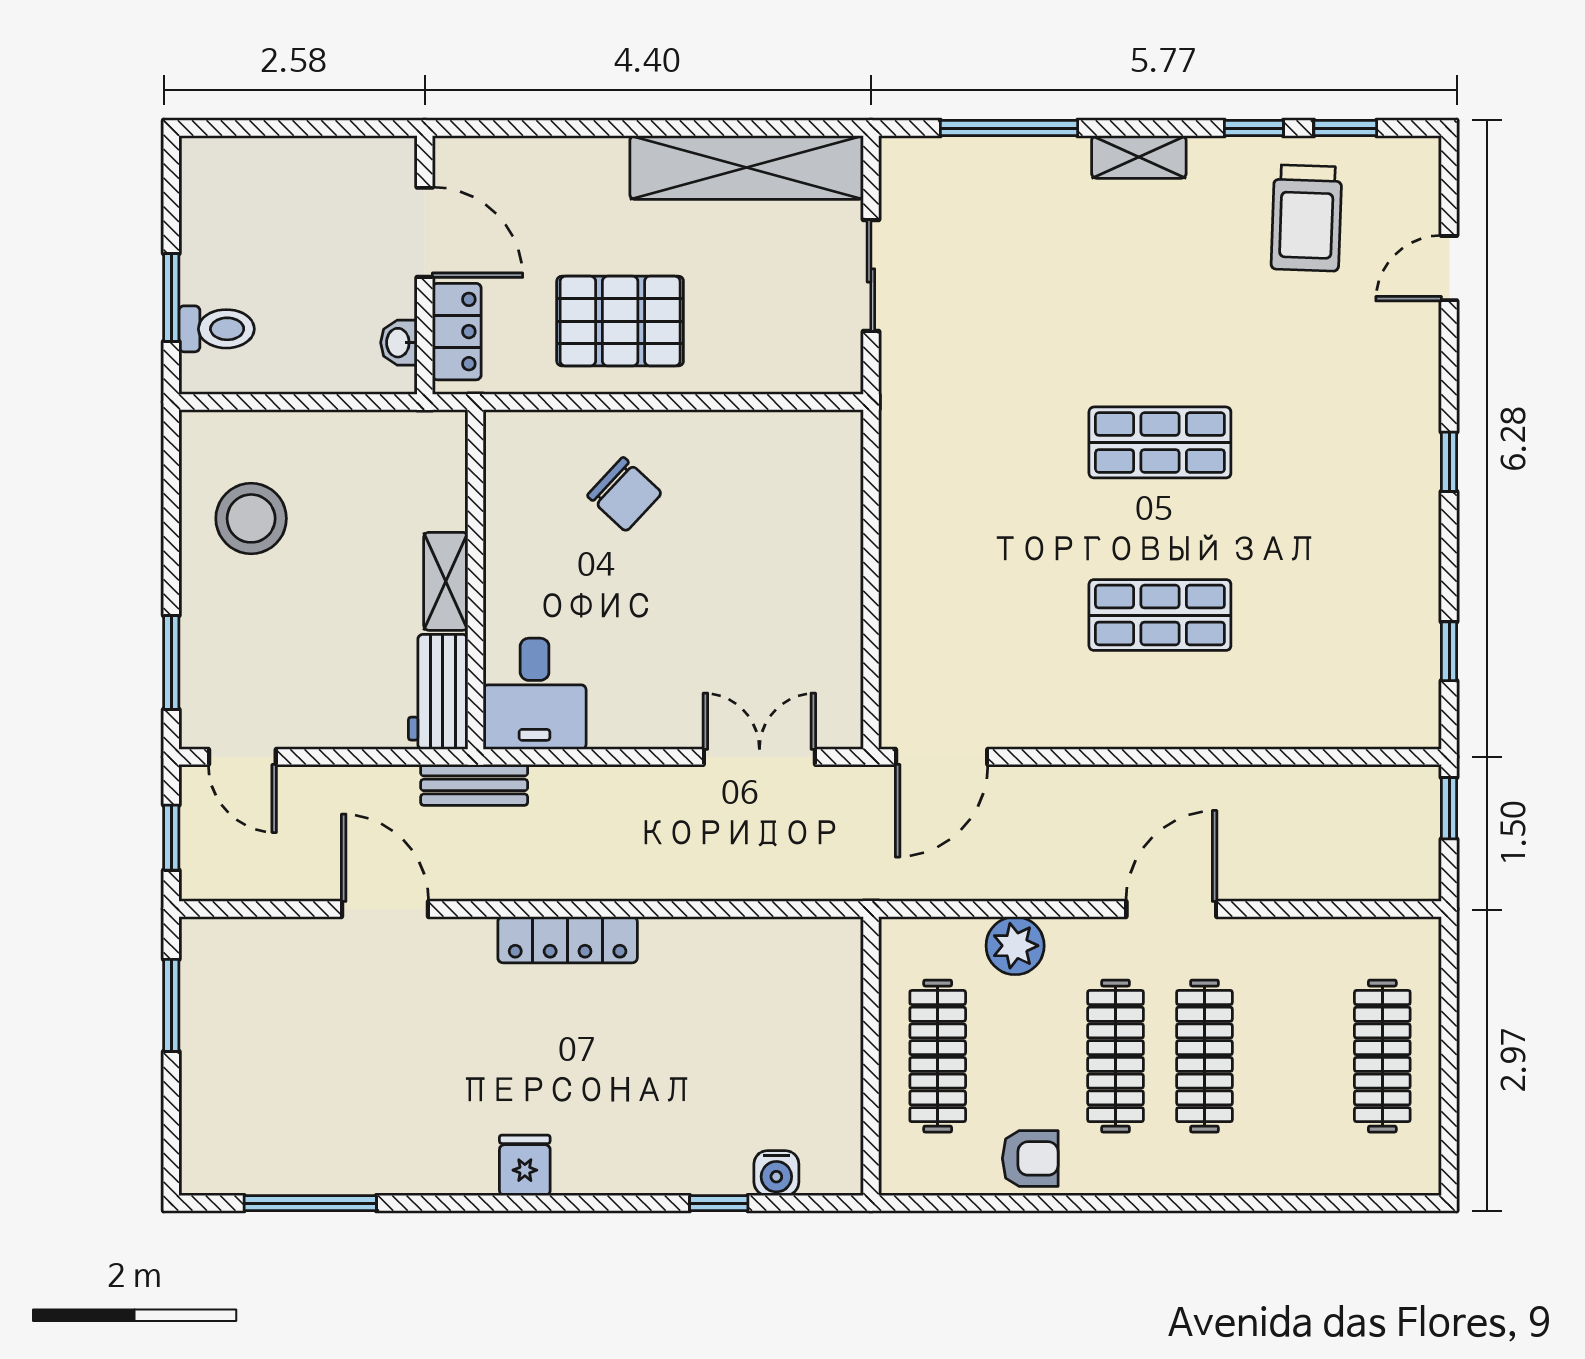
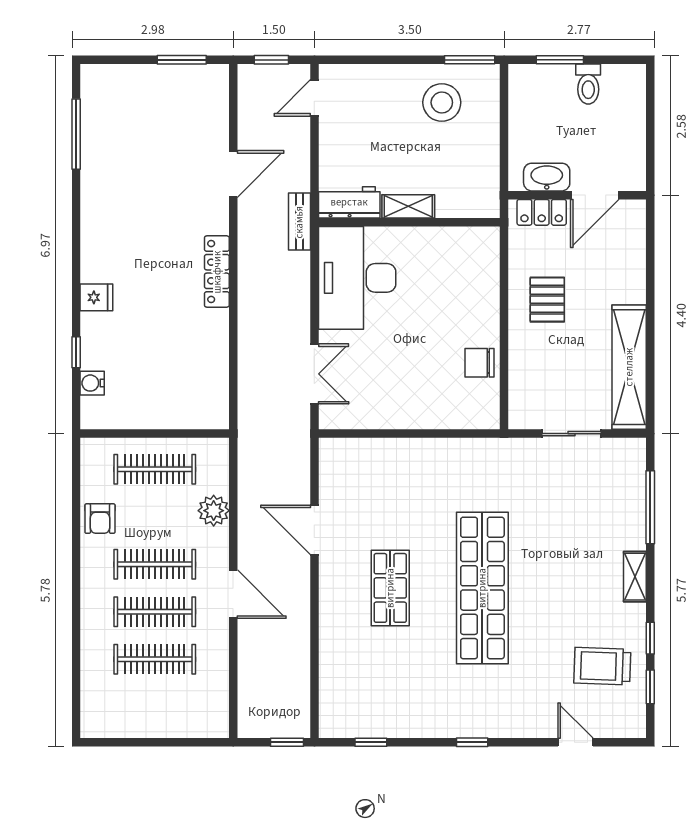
pallet: (620, 321) -> (547, 300), width x0.67, depth x0.71
toilet: (217, 329) -> (588, 84), moved
washbasin: (399, 343) -> (547, 177), width x1.91, depth x1.45
shop shelf: (1160, 442) -> (482, 588), width x2.00, depth x1.36
chair: (624, 494) -> (480, 363), moved, turned 47
window: (171, 663) -> (470, 60), moved
desk: (535, 694) -> (357, 278), width x1.87, depth x1.30
door: (942, 757) -> (314, 530), moved
clothes rail: (1382, 1056) -> (155, 659), moved
fridge: (525, 1165) -> (96, 297), moved

